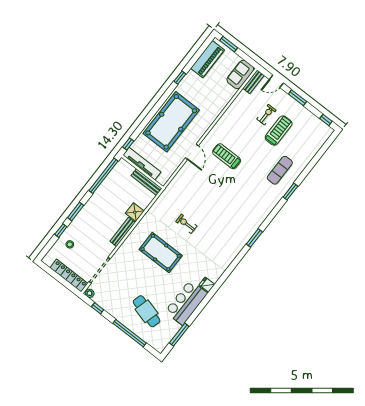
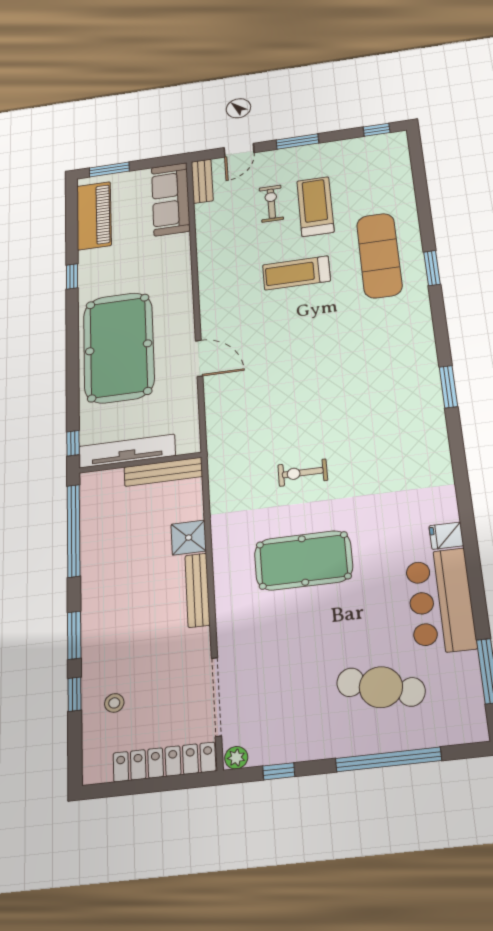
sofa: (240, 74) -> (171, 199), width x1.36
treadmill: (227, 156) -> (296, 273), moved
exercise mat: (280, 170) -> (379, 255), width x1.36, depth x1.45

